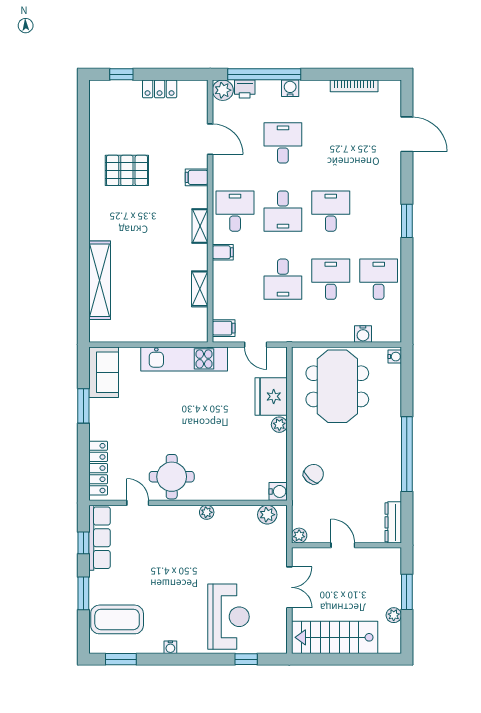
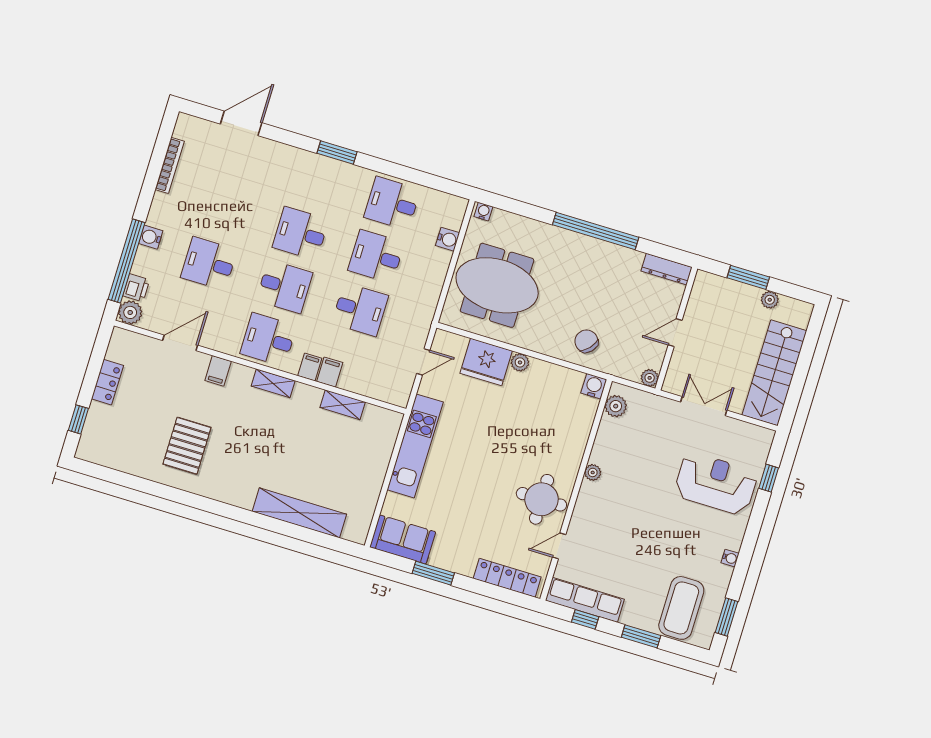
filing cabinet: (224, 328) -> (330, 372), moved

